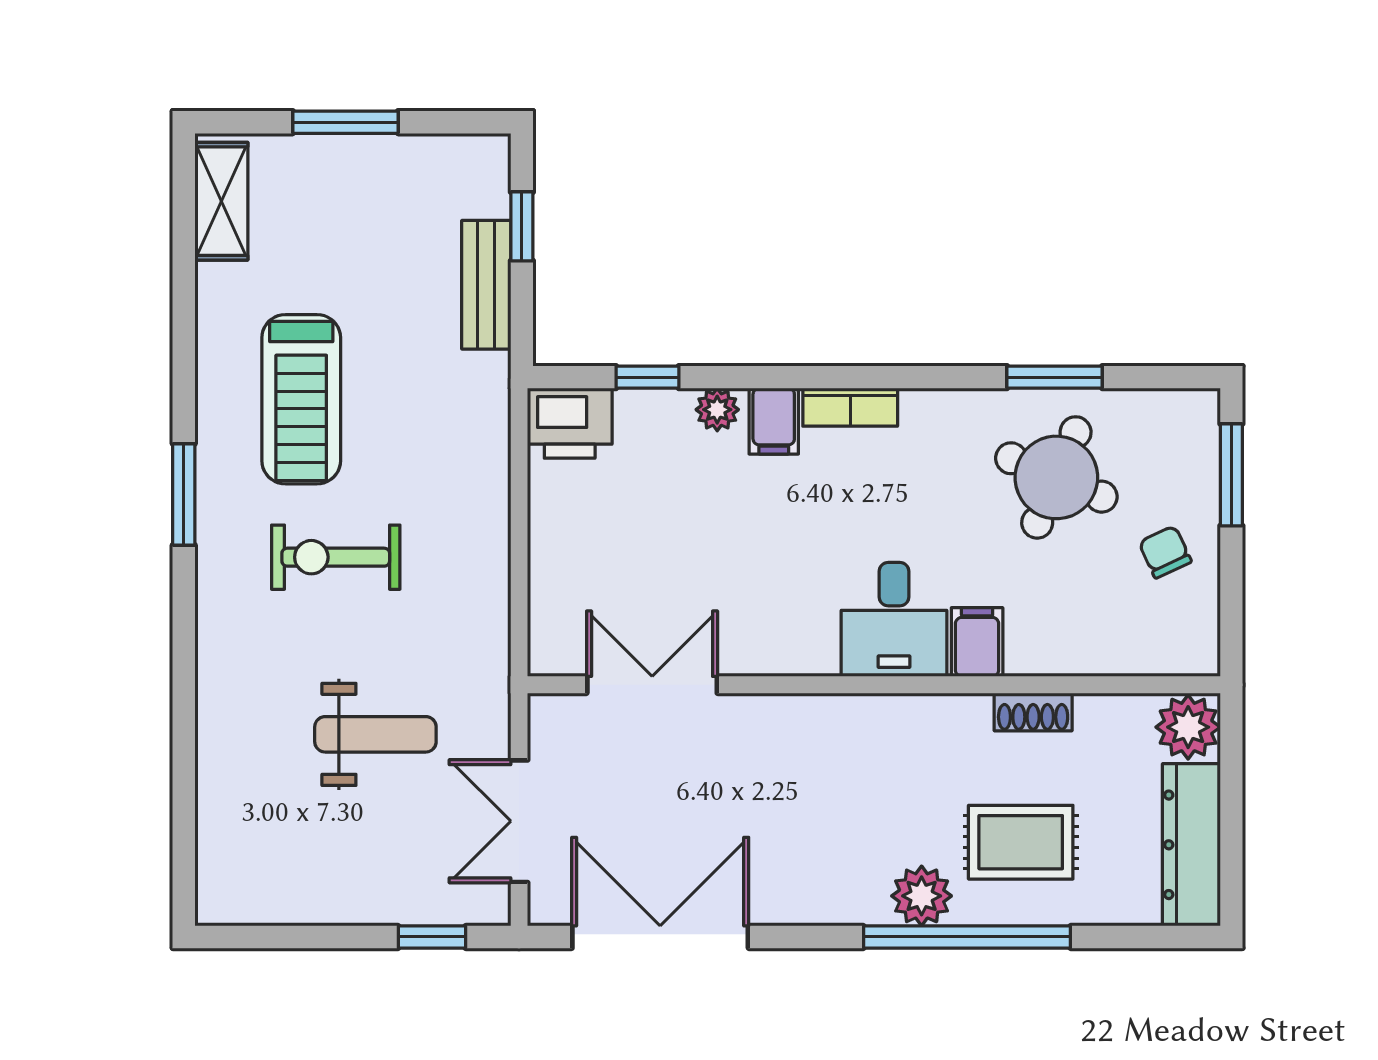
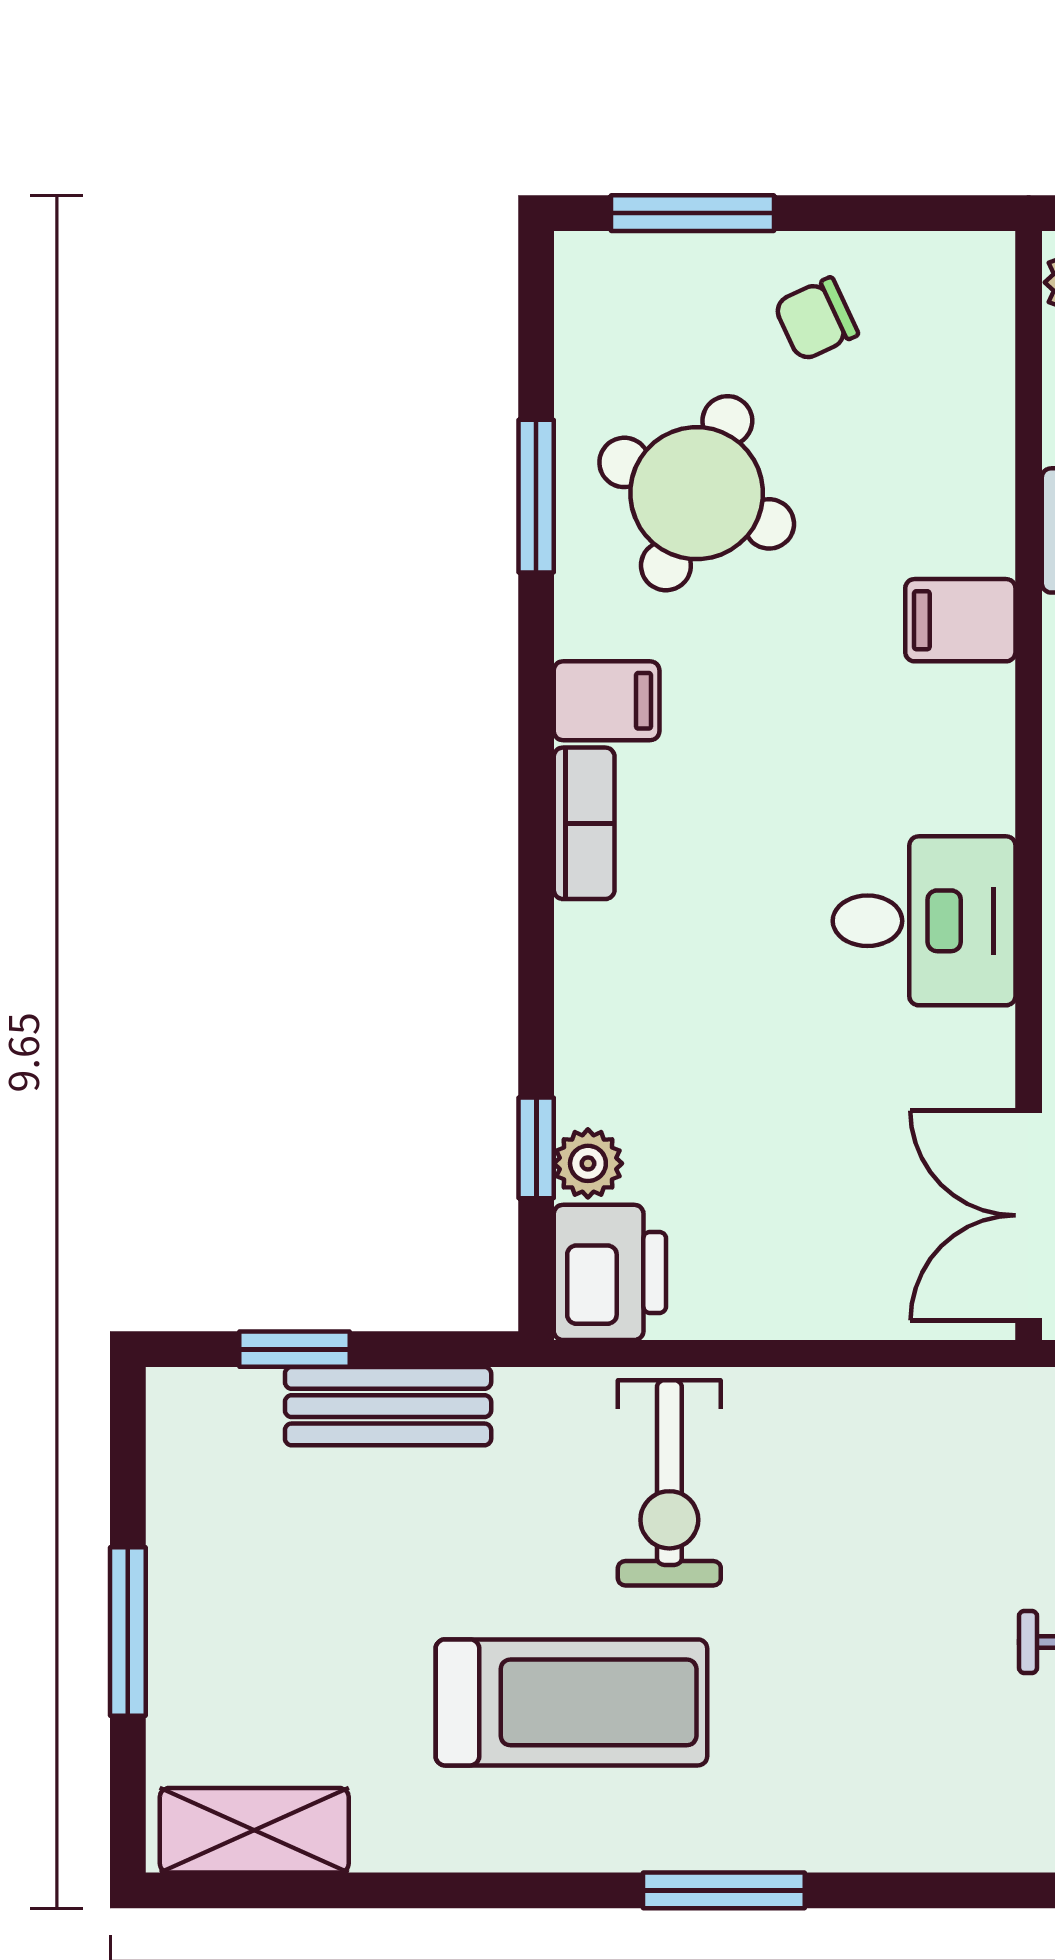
plant: (717, 410) -> (588, 1163), moved
filing cabinet: (774, 421) -> (607, 701), moved
exercise bike: (336, 557) -> (669, 1483), moved
desk: (894, 619) -> (924, 921), moved
double door: (652, 685) -> (1029, 1215), moved

